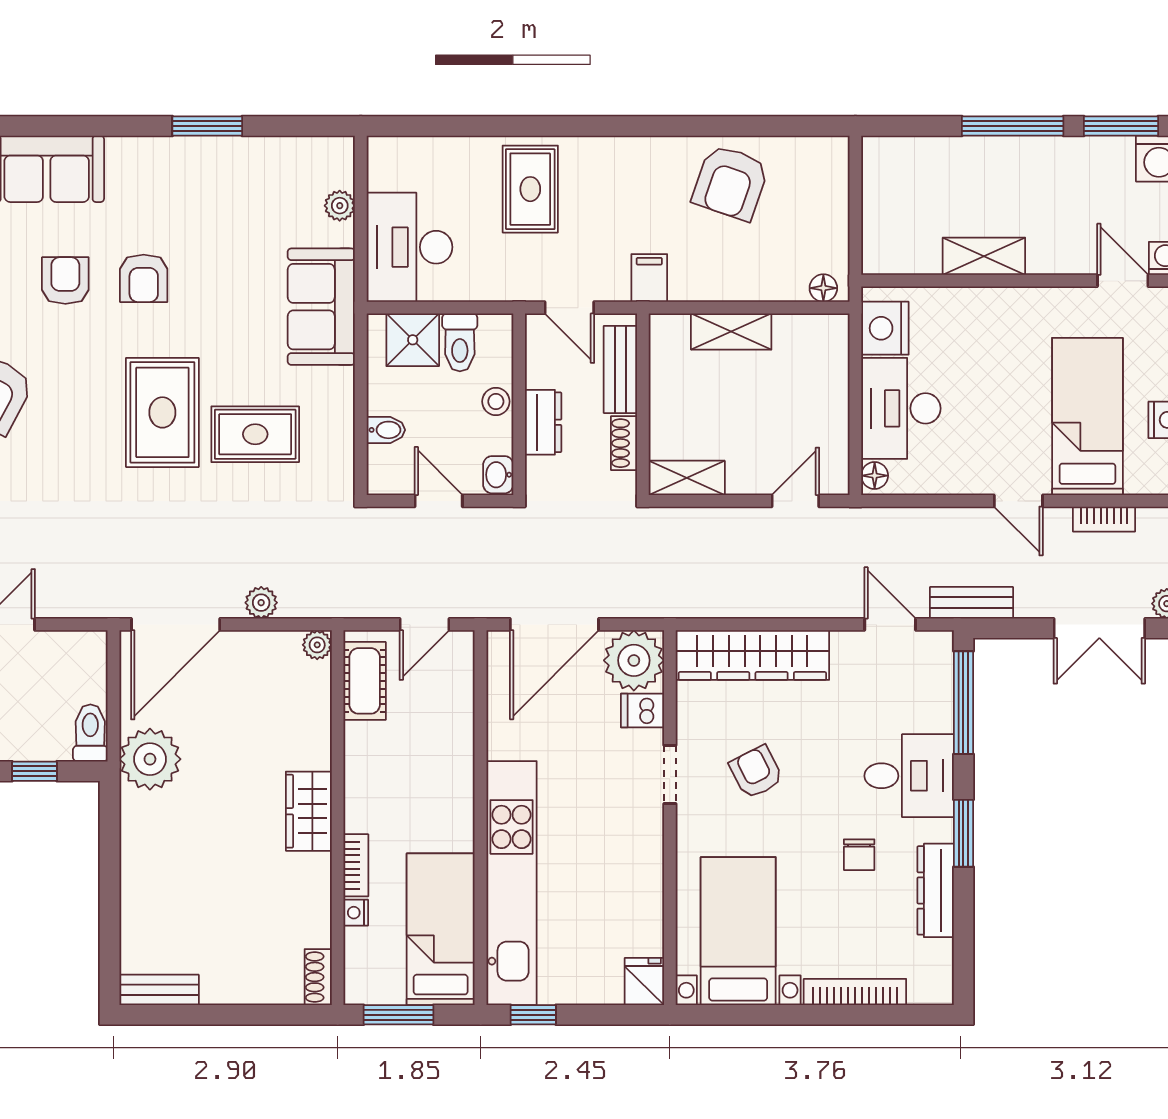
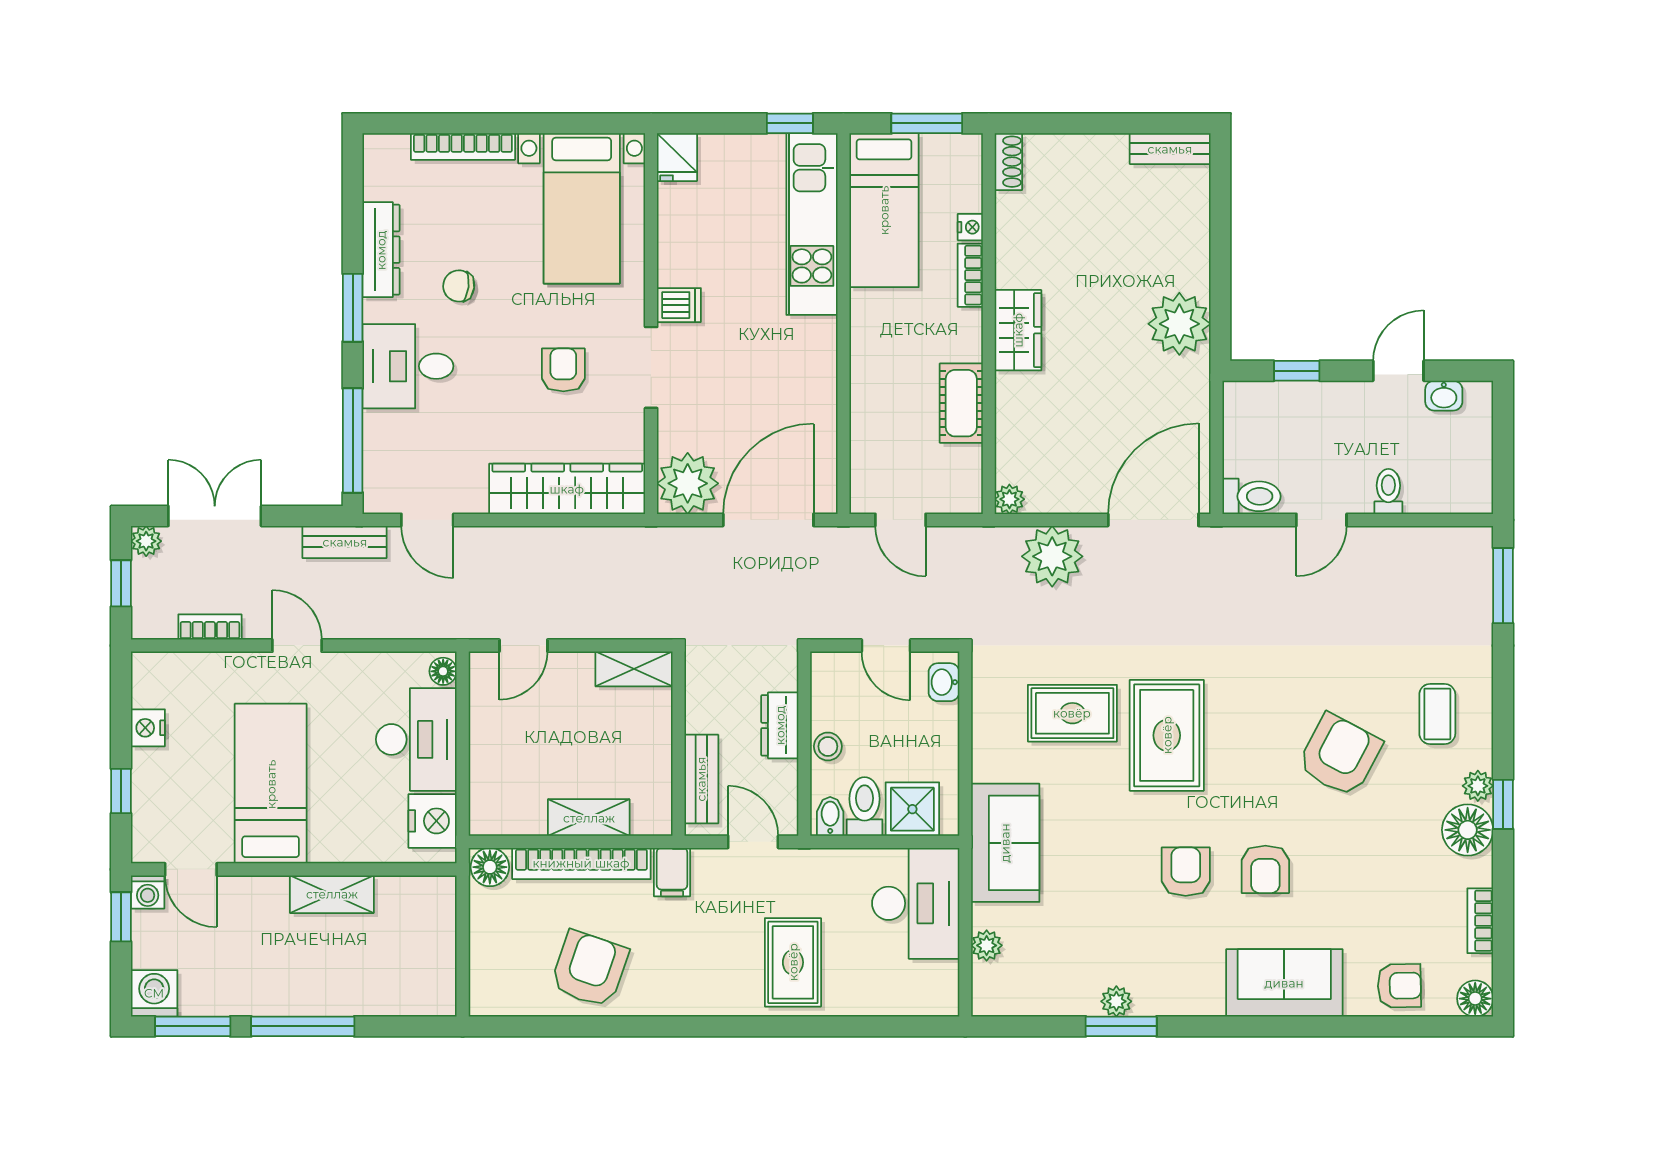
plant: (212, 151) -> (1116, 1001), added
bookcase: (738, 286) -> (581, 863), added
floor lamp: (823, 288) -> (490, 867), width x1.37, depth x1.37
bed: (1087, 416) -> (271, 784), moved, turned 180
bidet: (386, 430) -> (830, 816), moved, turned 90
shoe rack: (624, 443) -> (698, 704), removed
washbasin: (498, 475) -> (944, 682), moved, turned 180
plant: (261, 603) -> (1052, 556), width x1.88, depth x1.88
door: (424, 624) -> (900, 520), swing flipped
cot: (365, 681) -> (961, 403), moved
dishwasher: (642, 711) -> (679, 305), moved
toilet: (90, 733) -> (1251, 496), moved, turned -90
plant: (150, 759) -> (1179, 324), moved
armchair: (756, 772) -> (563, 370), turned -153
doorway: (670, 775) -> (651, 367), width x1.38
chair: (859, 855) -> (459, 286), turned -83
kitchen unit: (512, 883) -> (812, 224), width x0.73

